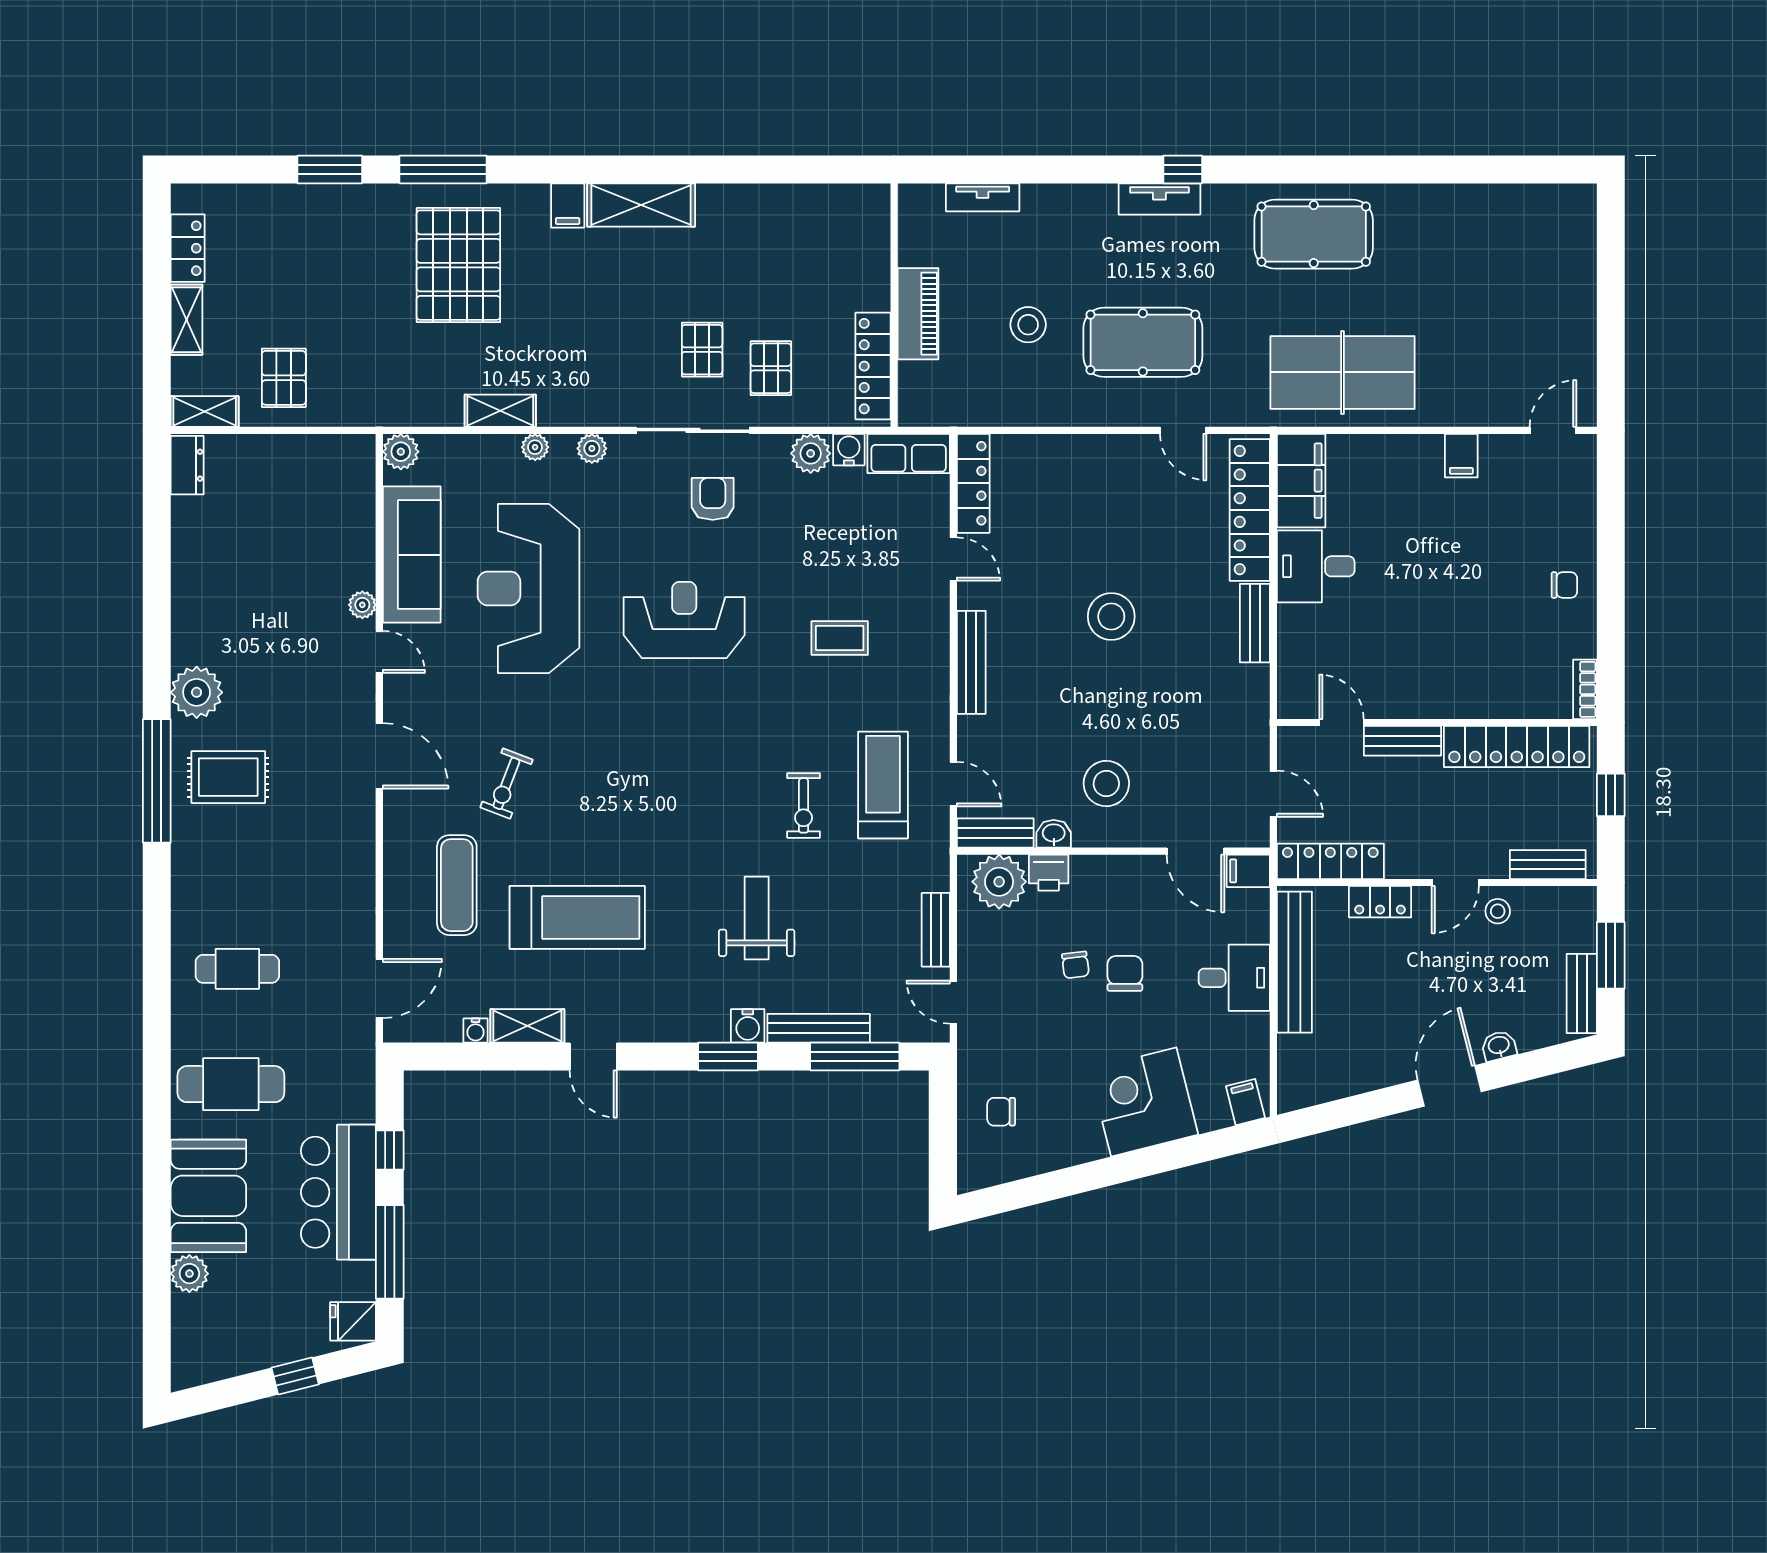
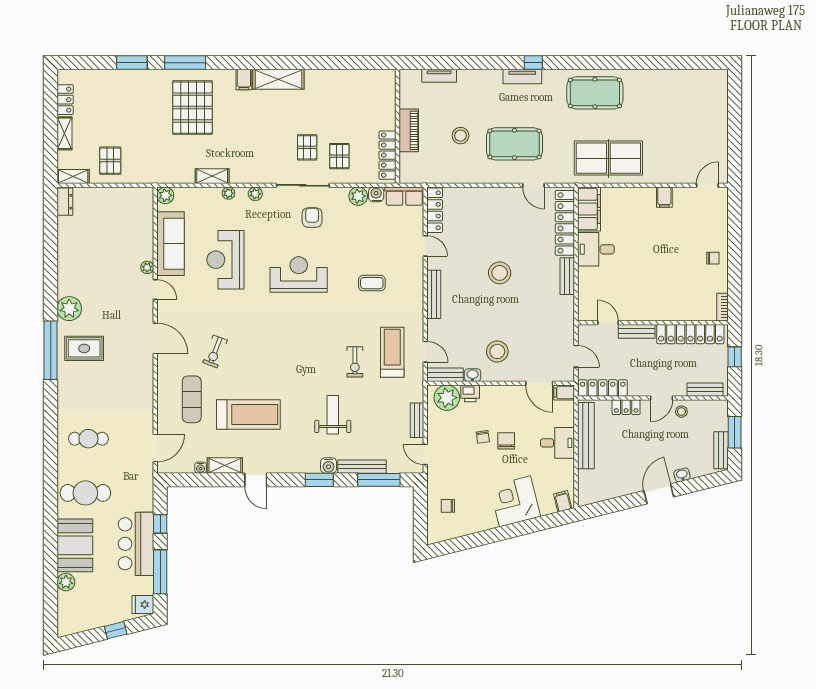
reception desk: (528, 588) -> (225, 260), width x0.74, depth x0.77

